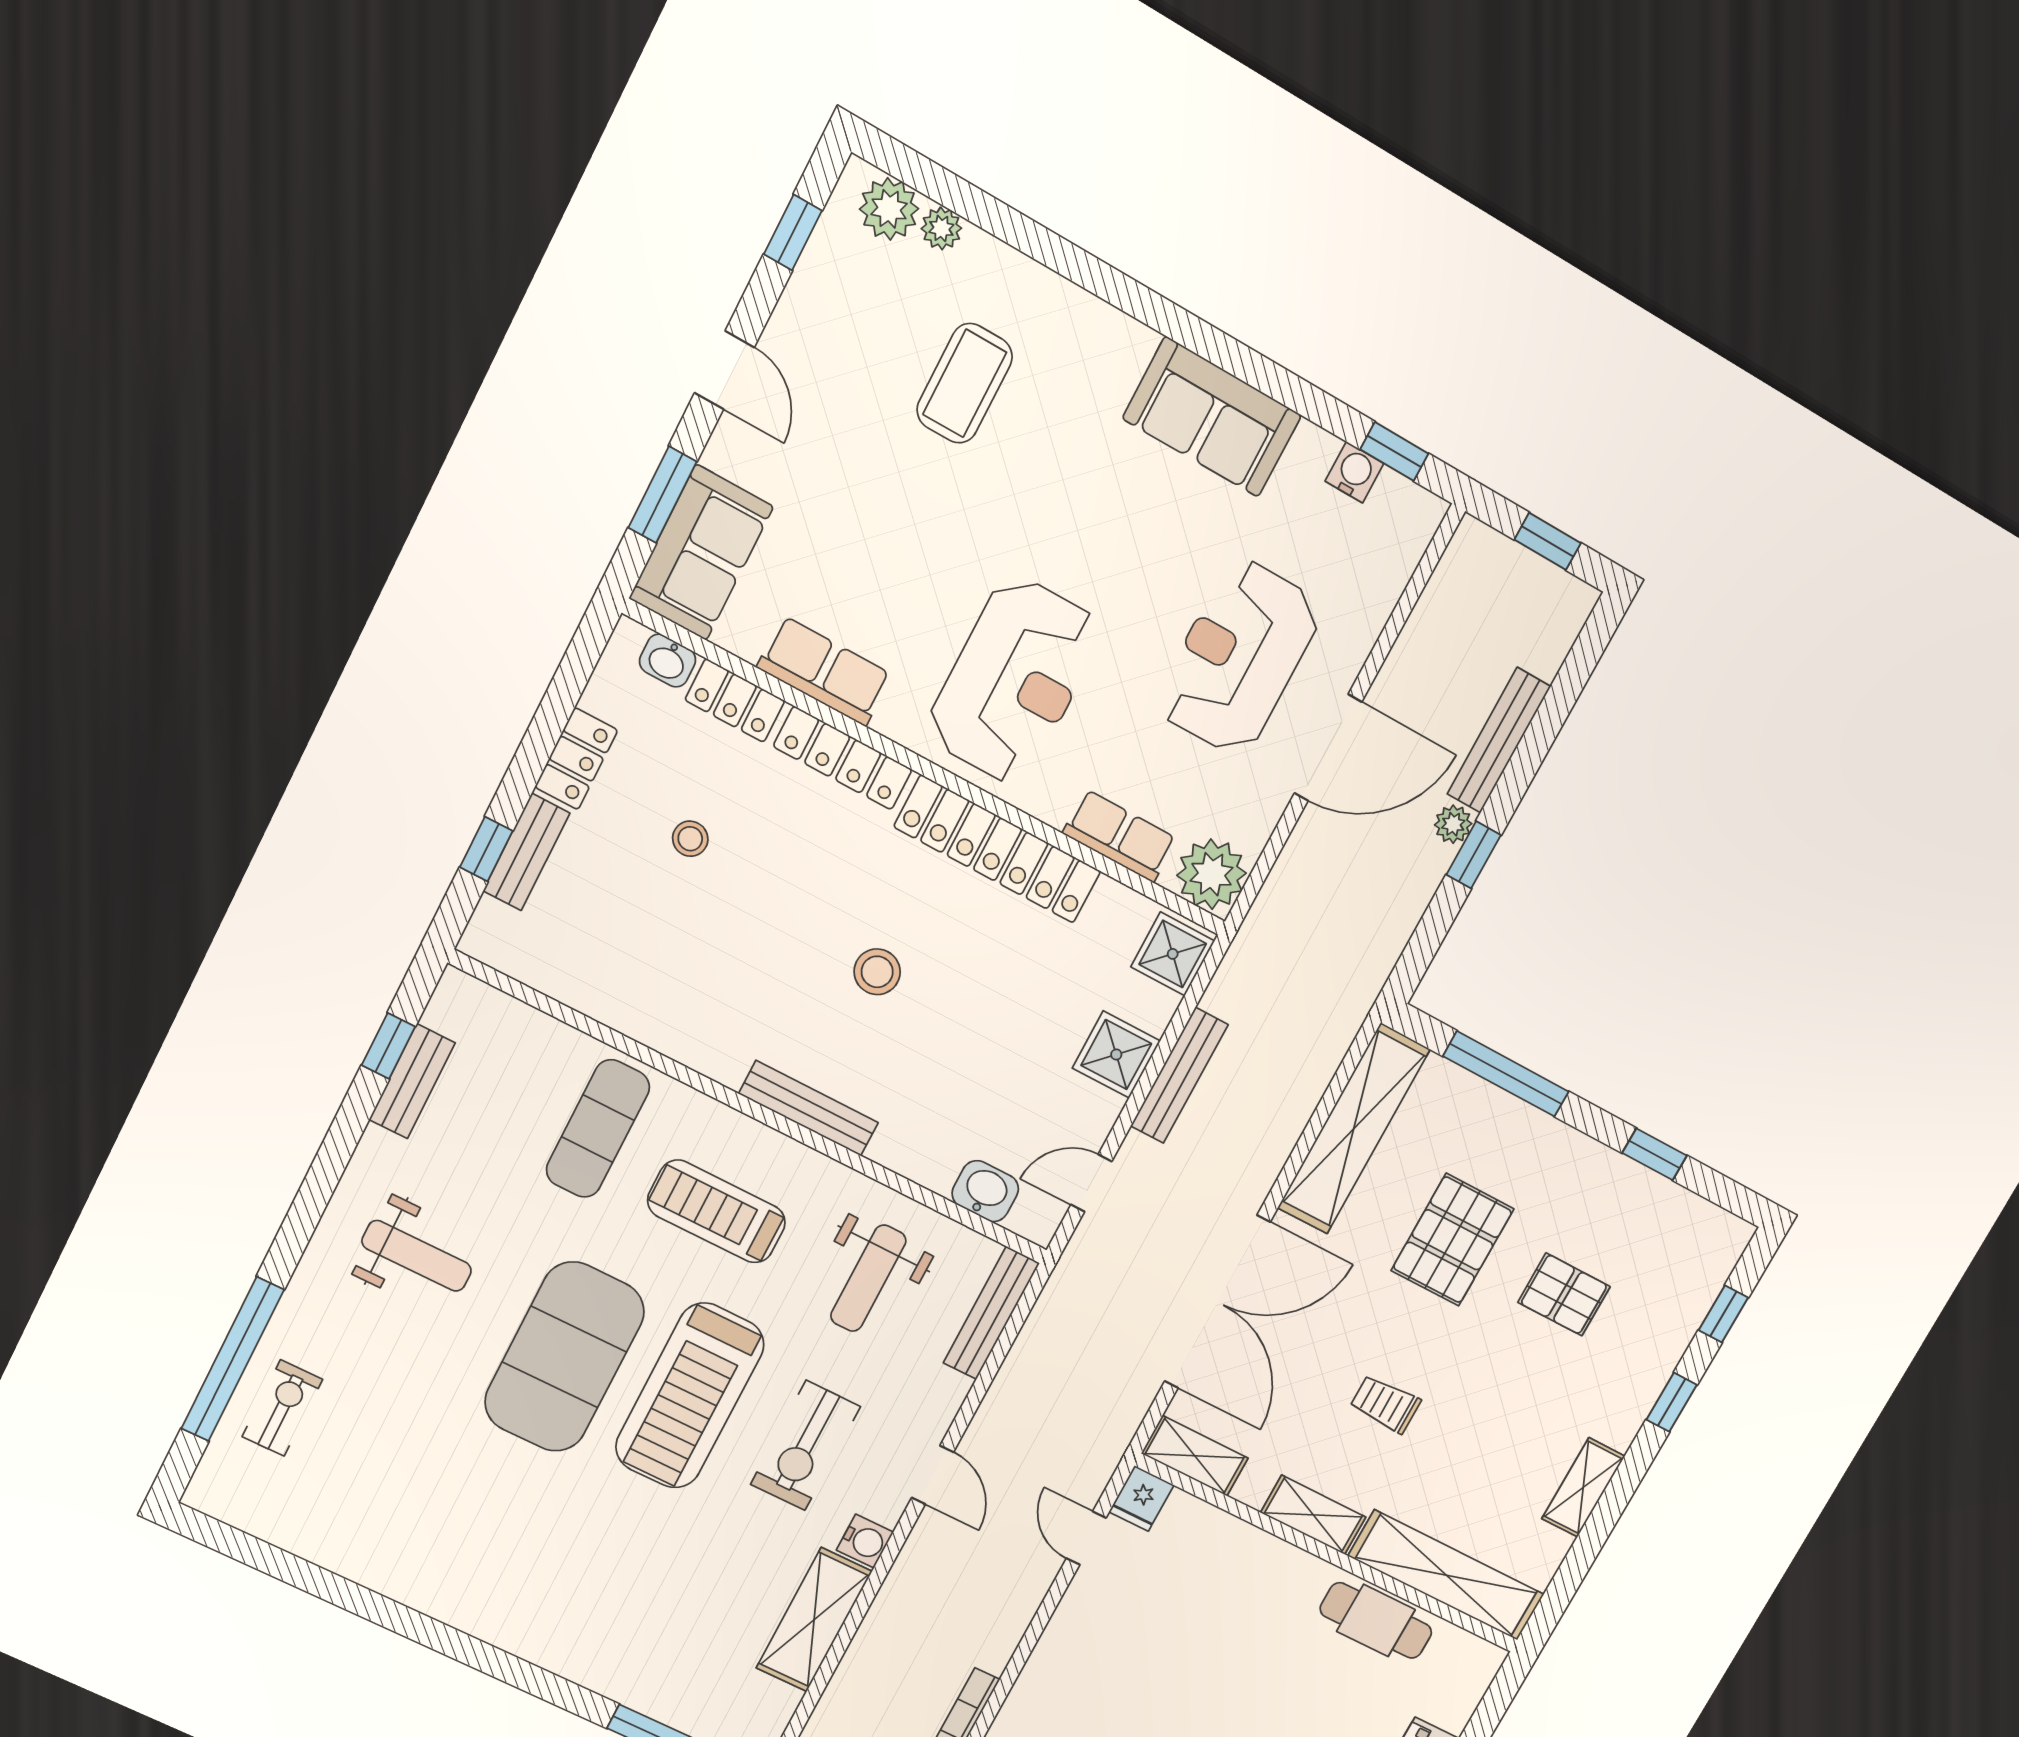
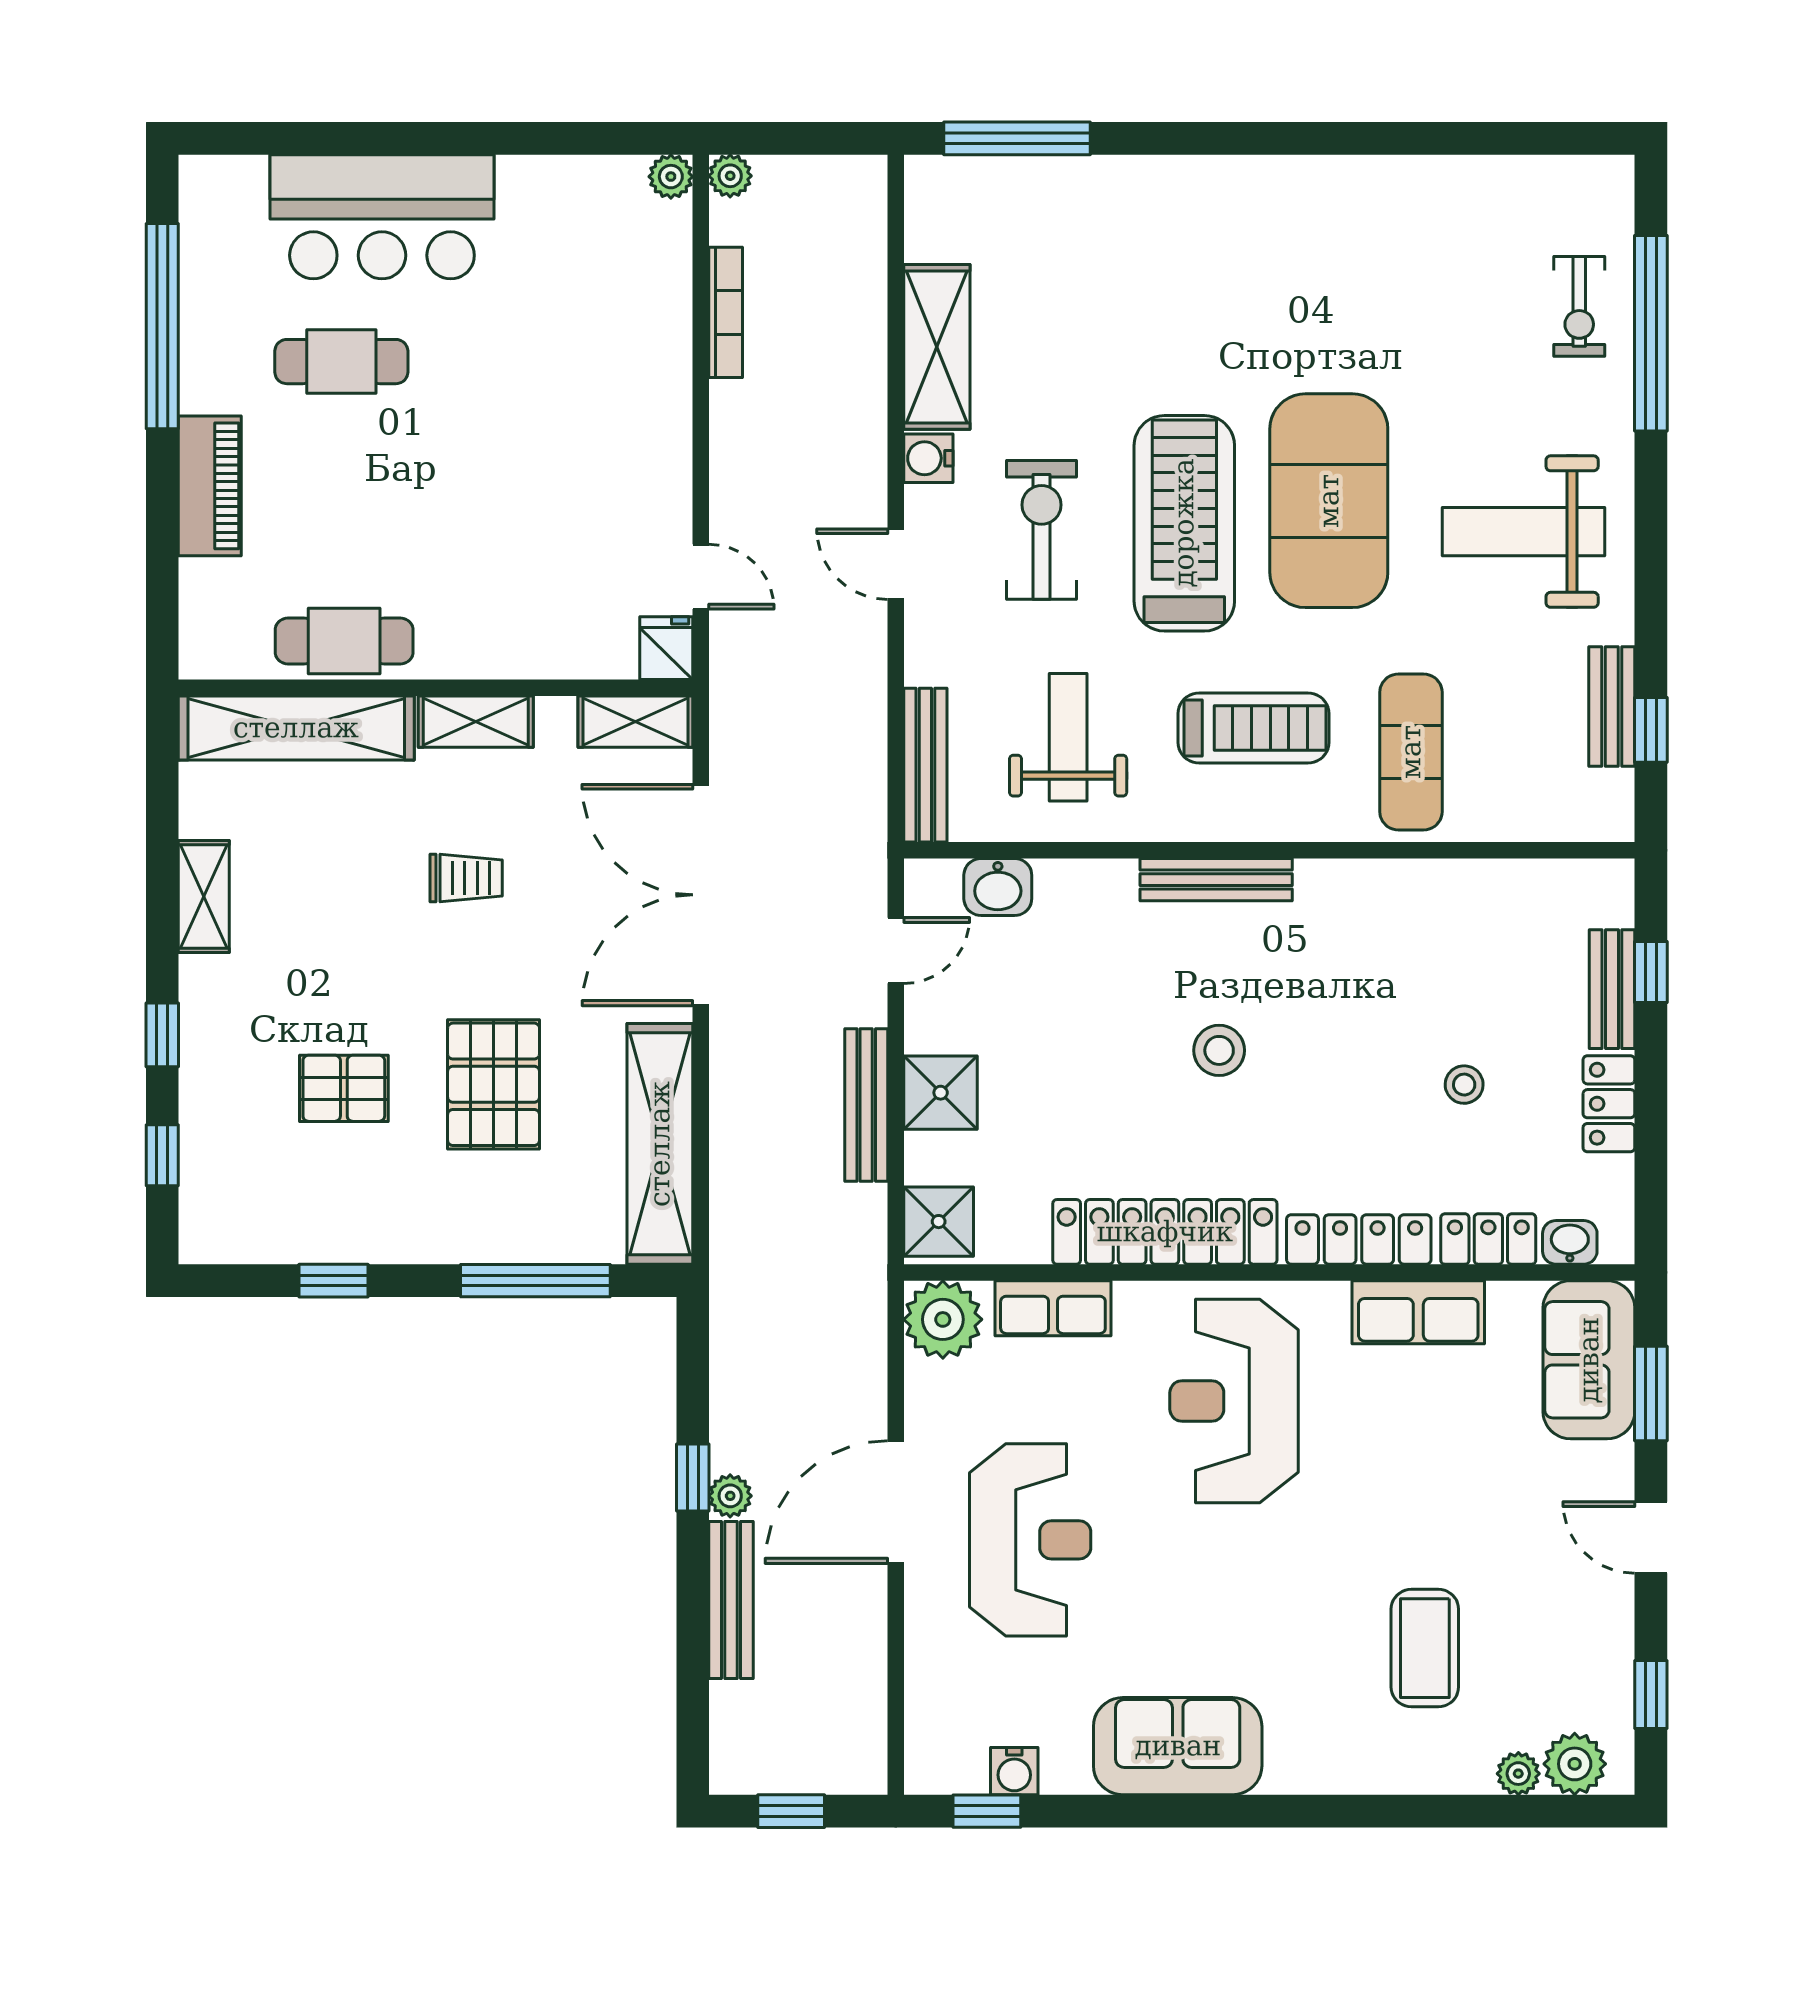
weight bench: (417, 1256) -> (1523, 532), width x1.36, depth x1.33

